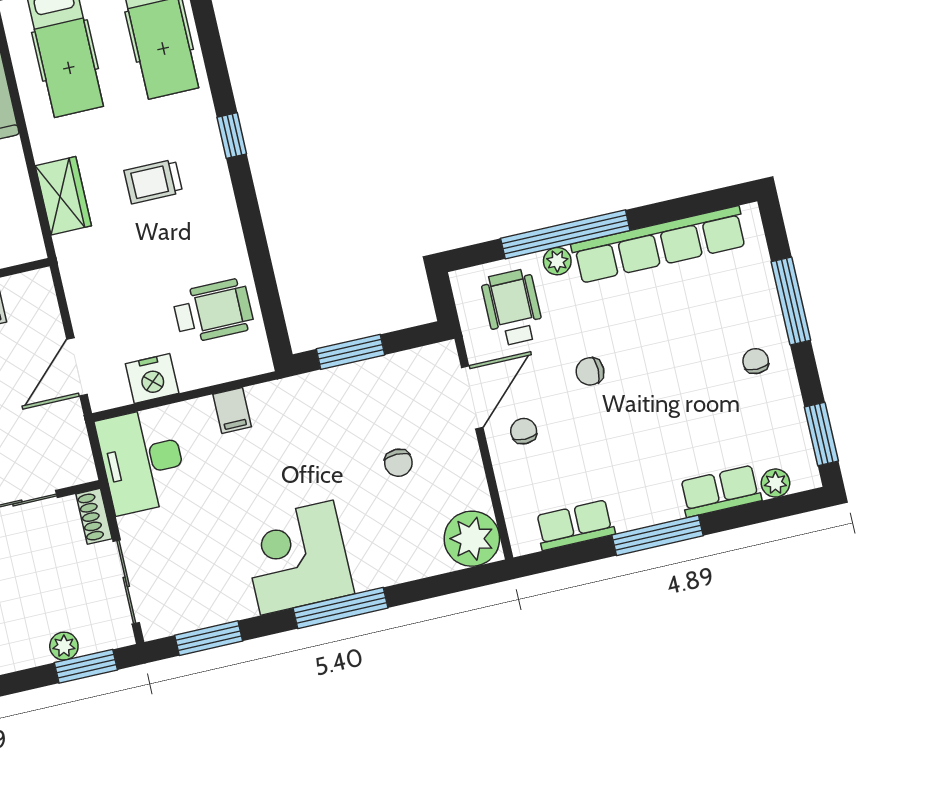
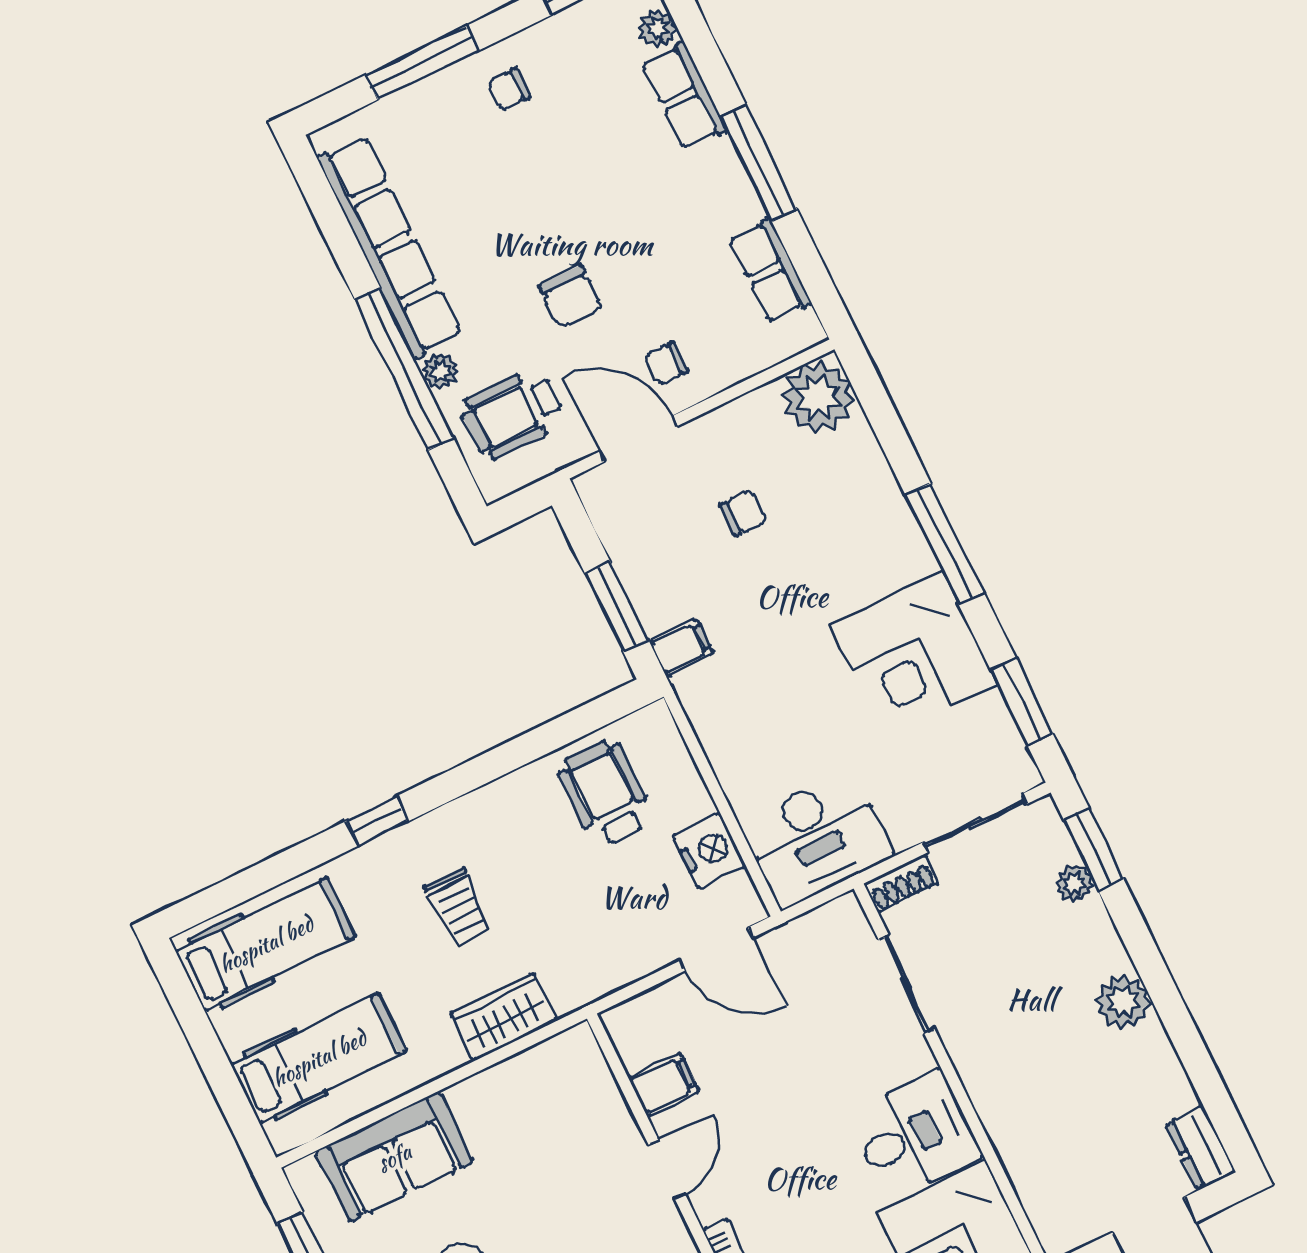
chair: (590, 371) -> (571, 297), width x1.37, depth x1.37
filing cabinet: (232, 411) -> (681, 647), moved
corner desk: (297, 558) -> (914, 655), moved

